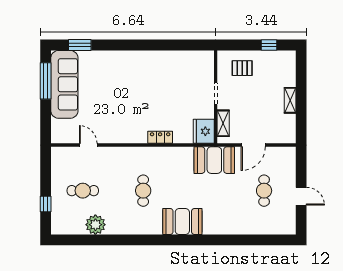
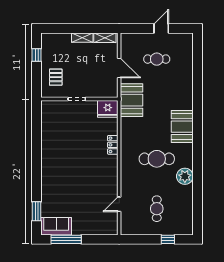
sofa: (64, 84) -> (56, 226), width x0.54, depth x0.79
shelving: (223, 123) -> (105, 38), moved
cafe table: (143, 191) -> (157, 159), width x1.37, depth x1.35
plant: (95, 225) -> (185, 176), moved

